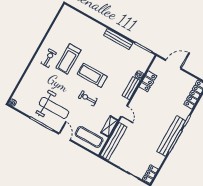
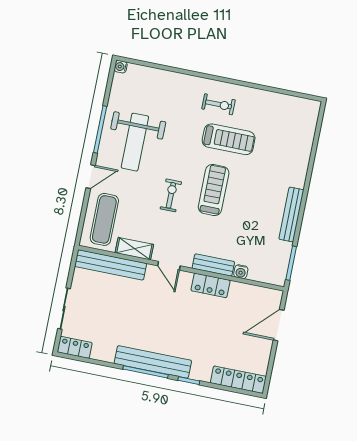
treadmill: (68, 59) -> (229, 139), turned 180
door: (173, 64) -> (279, 325), swing flipped
locker: (148, 81) -> (210, 285), moved
door: (124, 111) -> (169, 266), hinge flipped

